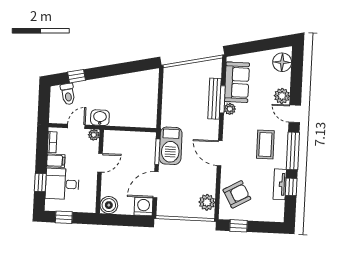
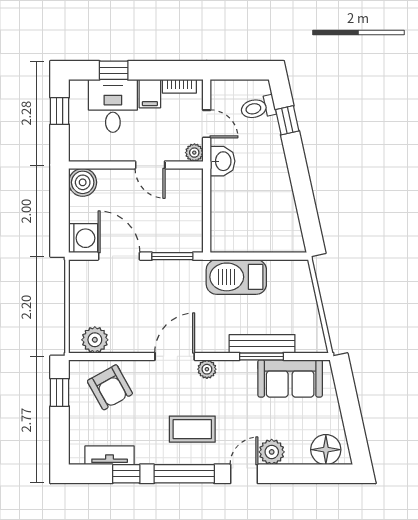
plant: (230, 109) -> (207, 369), moved
barbecue: (171, 146) -> (236, 277), moved
tv unit: (280, 184) -> (110, 455), moved

